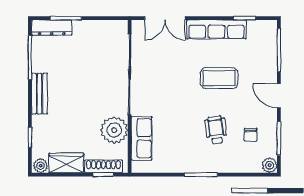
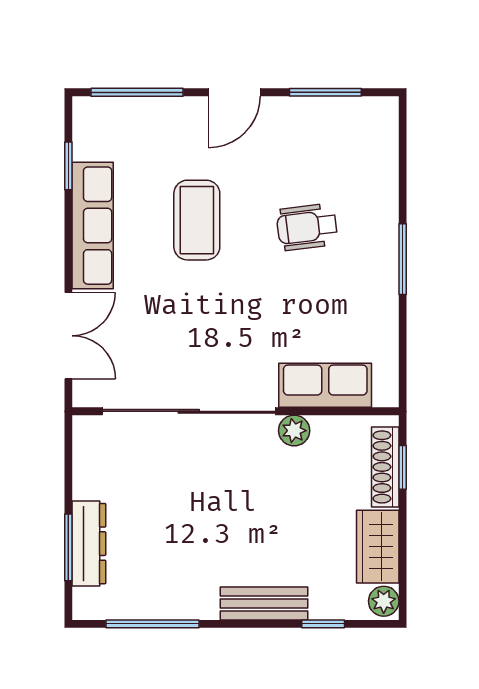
dresser: (52, 28) -> (89, 544), moved
bench: (40, 94) -> (264, 603), moved
plant: (114, 130) -> (294, 431), width x0.53, depth x0.53
chair: (251, 135) -> (318, 153), removed
plant: (270, 165) -> (383, 112), removed

